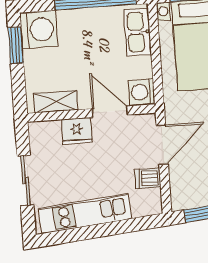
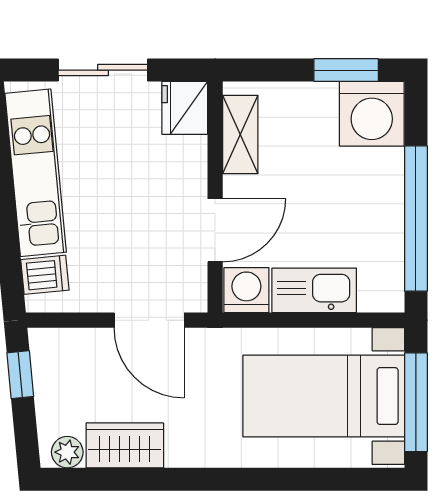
kitchen sink: (138, 32) -> (314, 290), moved
fridge: (77, 131) -> (185, 108), moved
dishwasher: (148, 178) -> (45, 275), moved, turned 85

